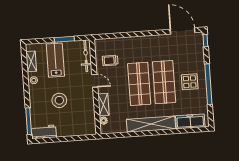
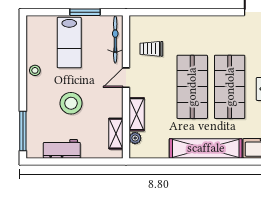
lab bench: (55, 60) -> (69, 43), turned 180
shelving: (31, 61) -> (116, 134), moved
door: (95, 81) -> (126, 78), swing flipped
workbench: (44, 132) -> (62, 149), moved

